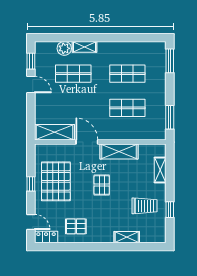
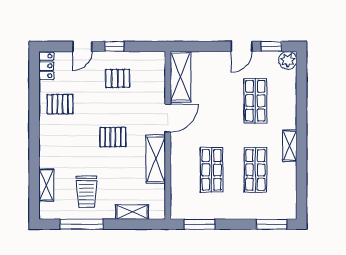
shelving: (84, 47) -> (290, 146), moved
plant: (64, 48) -> (288, 60), moved
pallet: (56, 181) -> (118, 78), width x0.49, depth x0.50
window: (170, 210) -> (82, 224), width x2.17
door: (31, 222) -> (82, 46), moved
pallet: (76, 226) -> (60, 104), turned 90
shelving: (127, 237) -> (46, 185), moved

